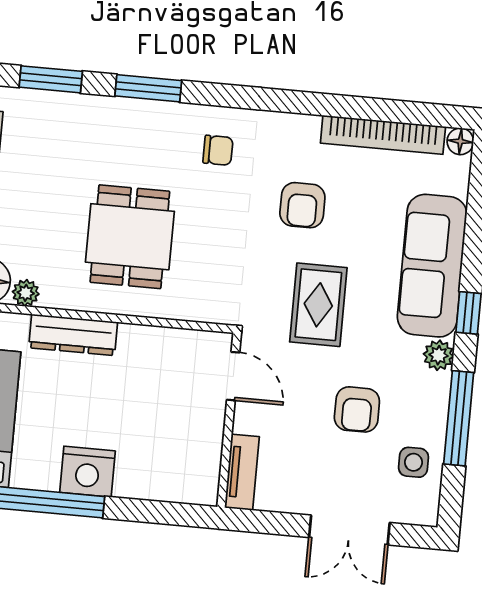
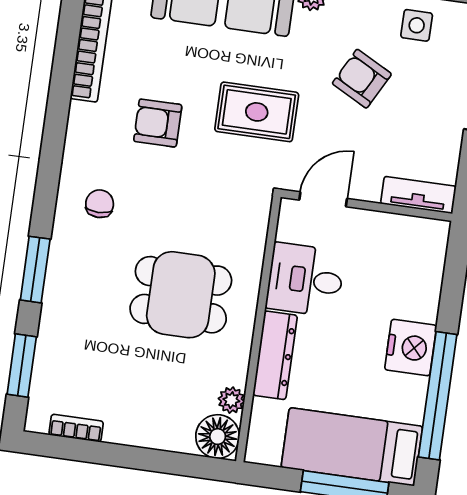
armchair: (302, 205) -> (158, 123), turned 180
desk: (151, 362) -> (305, 280), added
armchair: (357, 409) -> (362, 79), turned -152

